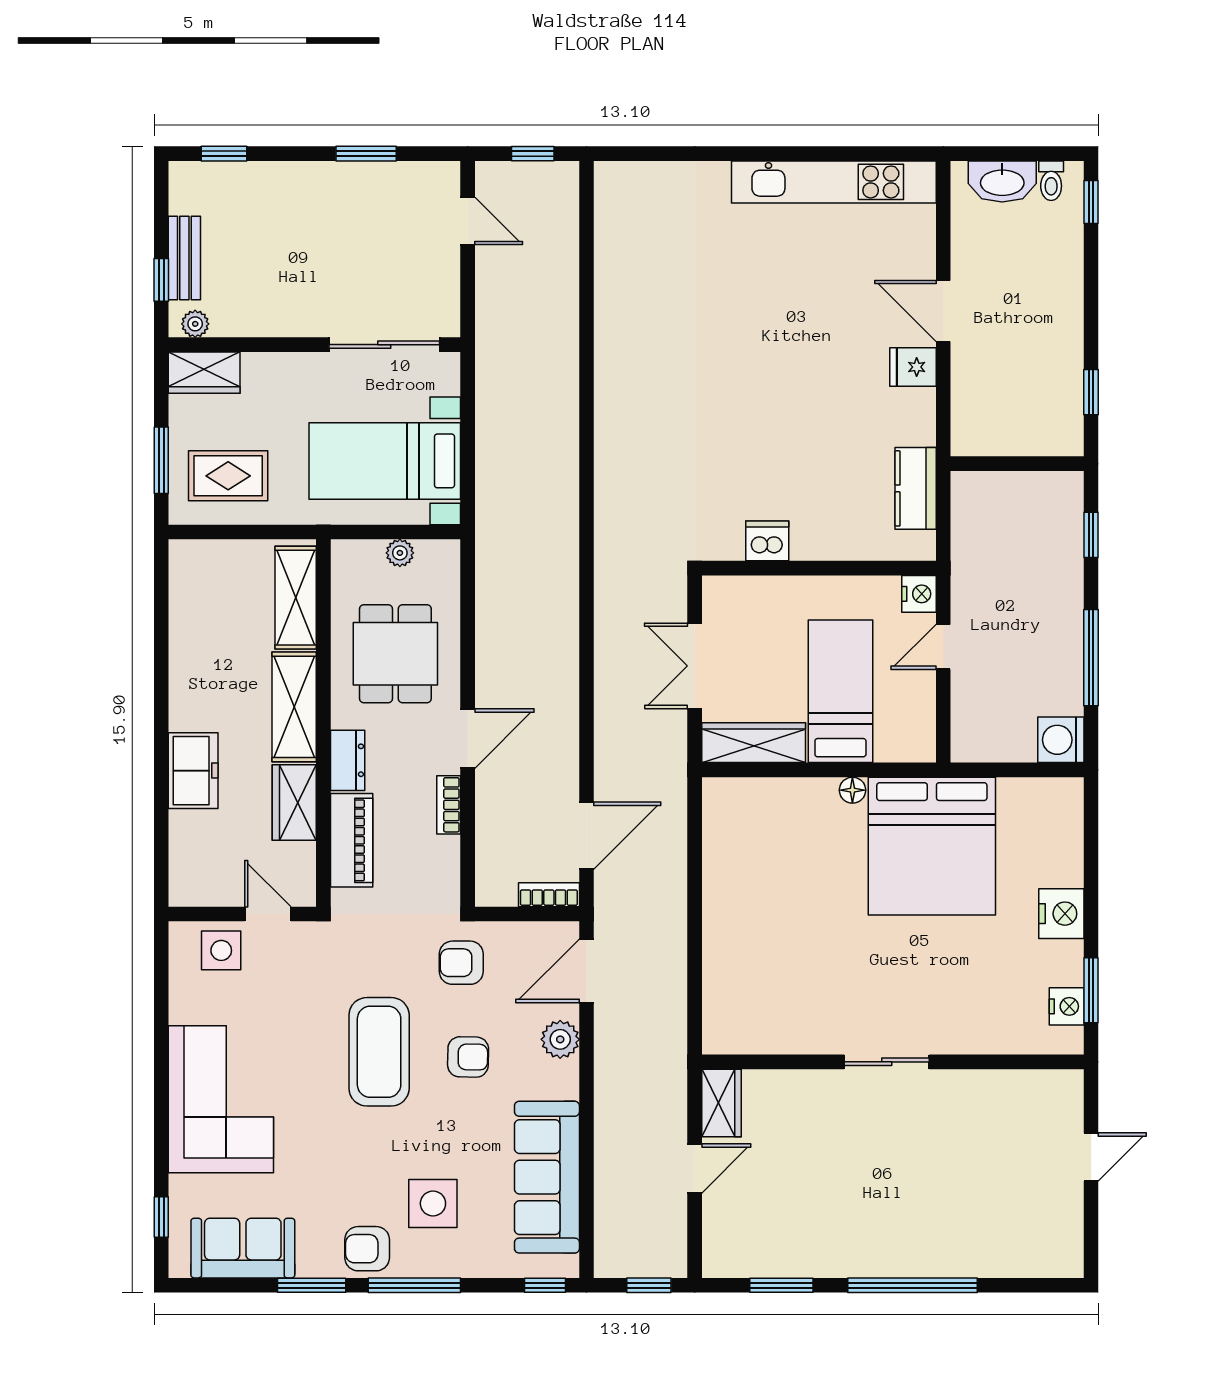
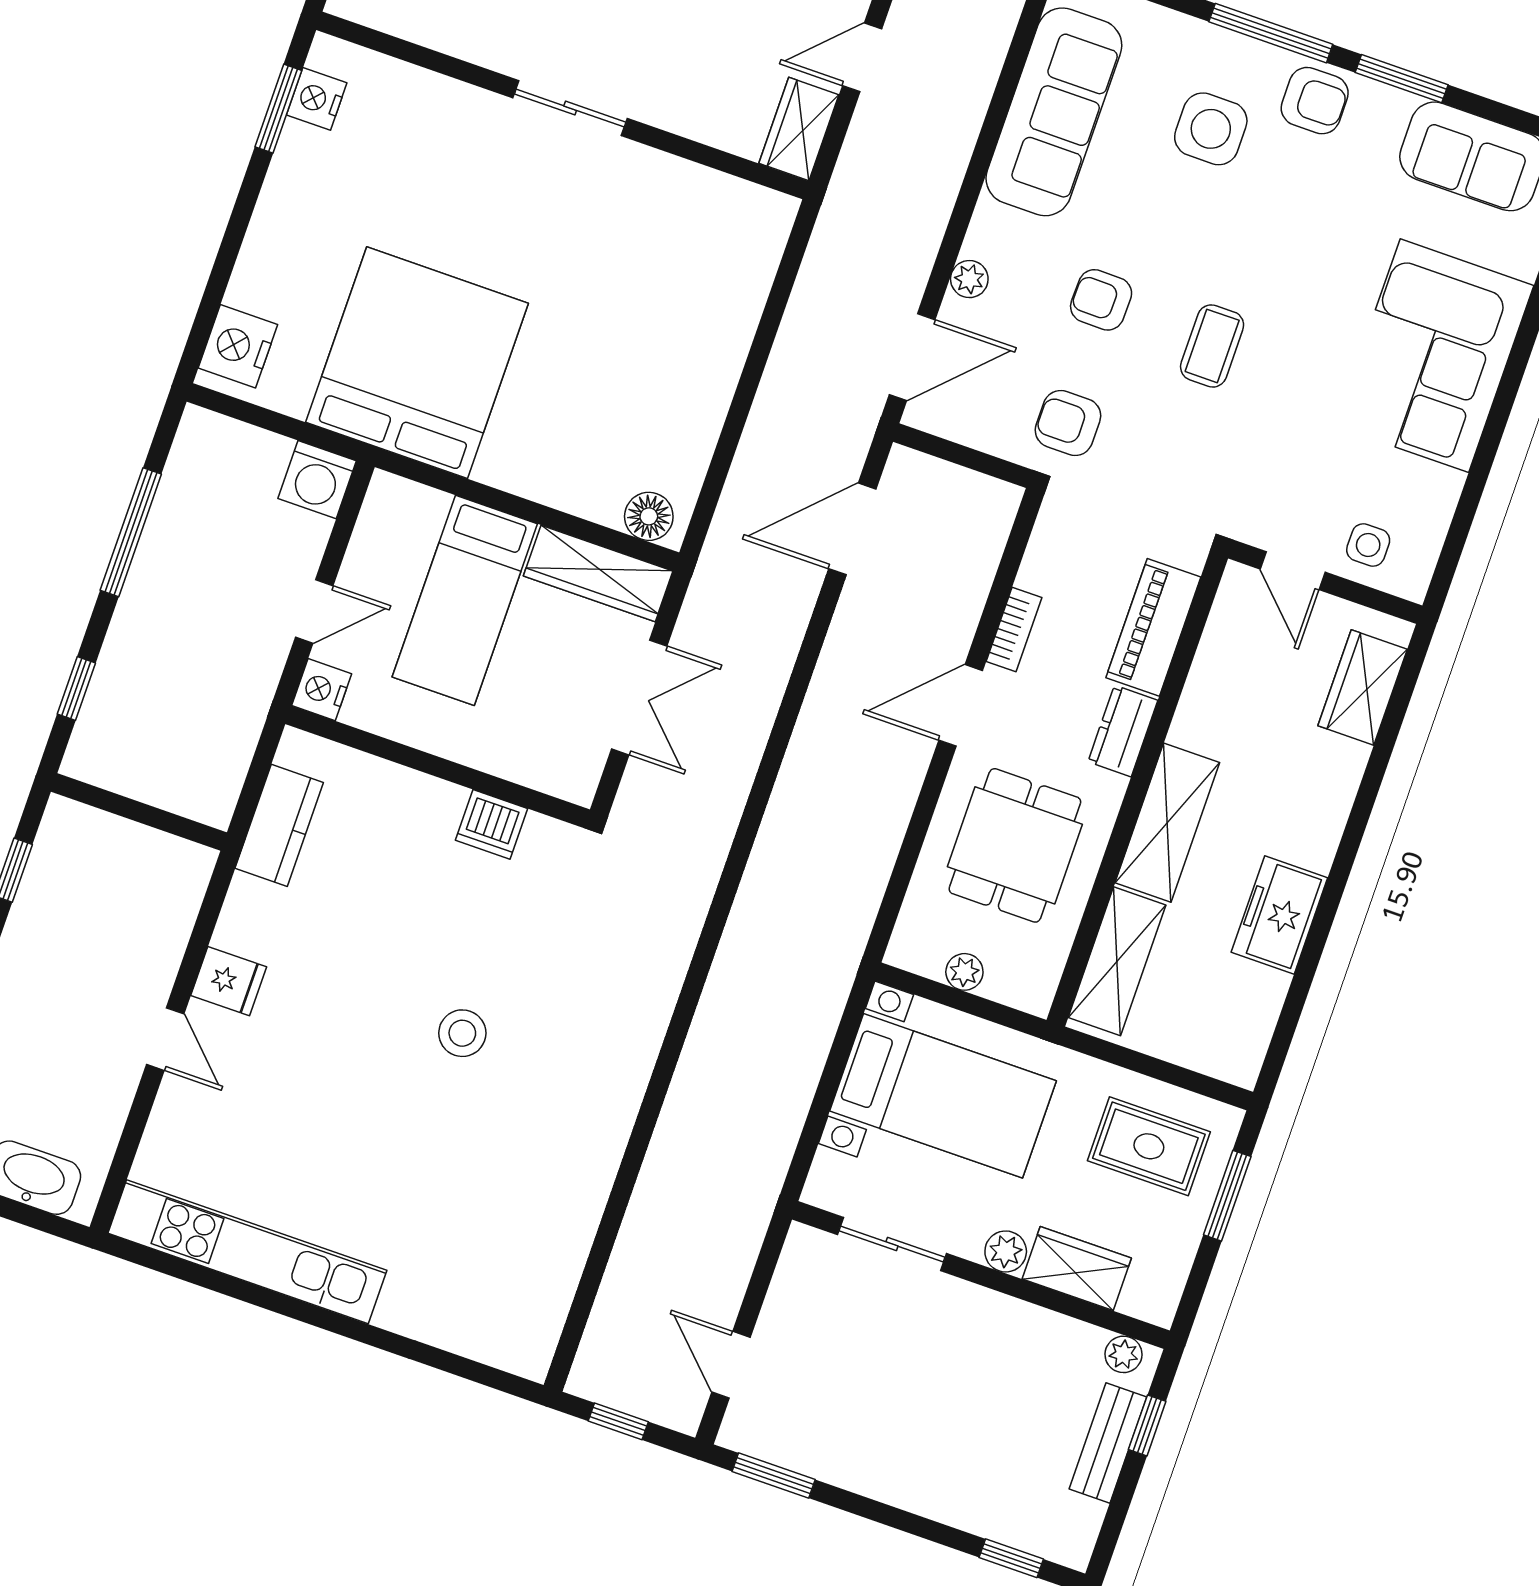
window: (366, 154) -> (774, 1476), moved
door: (943, 311) -> (165, 1039), width x0.73
sliding door: (384, 345) -> (892, 1244), width x0.73
plant: (303, 367) -> (1006, 1251), added
wardrobe: (204, 373) -> (1077, 1268), moved
stool: (737, 388) -> (462, 1033), added
washing machine: (1061, 740) -> (317, 480), moved, turned 90
freezer: (193, 771) -> (1279, 915), moved
floor lamp: (852, 790) -> (649, 516), moved, width x1.37, depth x1.37
wardrobe: (294, 803) -> (1363, 687), moved, turned 180
bookcase: (549, 895) -> (926, 471), removed
nightstand: (1061, 914) -> (238, 346), moved
side table: (221, 950) -> (1368, 545), width x0.73, depth x0.73
armchair: (461, 963) -> (1068, 423), turned 180
plant: (560, 1039) -> (969, 279), width x0.73, depth x0.73
coffee table: (379, 1052) -> (1212, 346), width x0.54, depth x0.58

